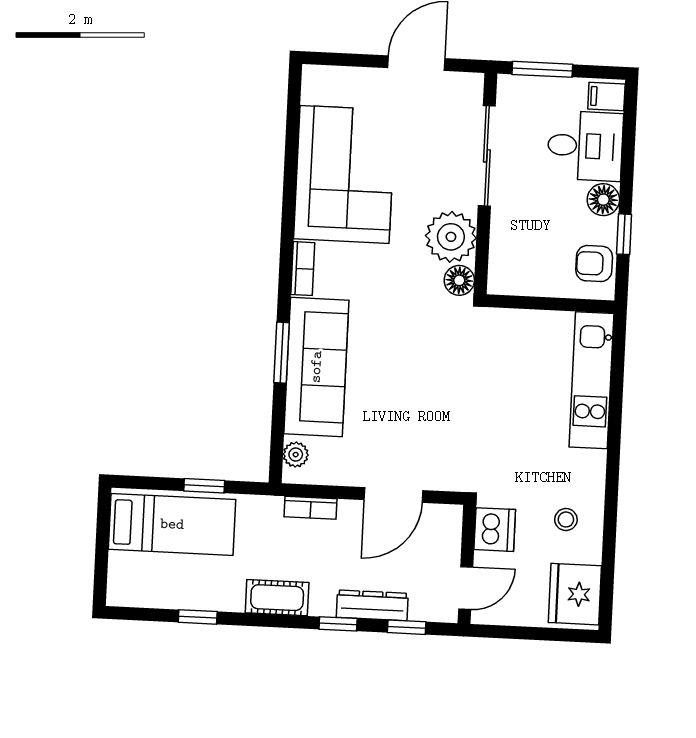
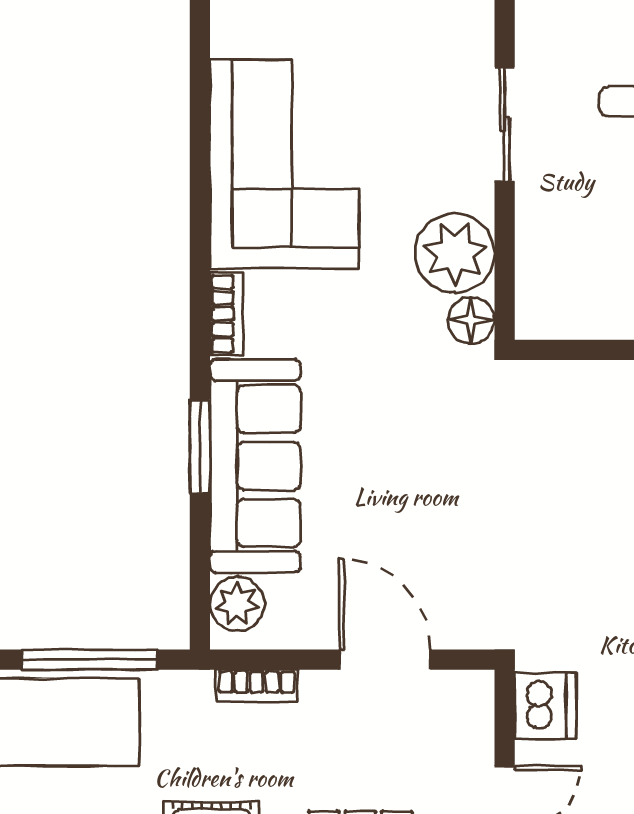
sliding door: (487, 156) -> (505, 124), width x0.73
plant: (296, 455) -> (237, 604), width x1.38, depth x1.38
window: (204, 486) -> (90, 660), width x2.17
door: (393, 495) -> (385, 660), swing flipped

